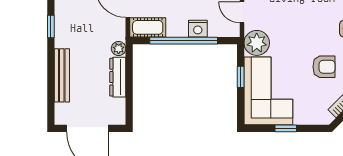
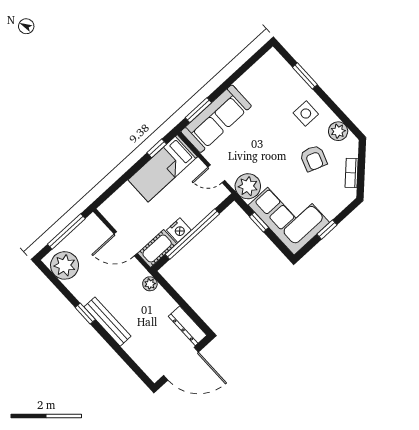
nightstand: (198, 29) -> (179, 230), moved
armchair: (324, 67) -> (313, 158), turned 110
bench: (62, 75) -> (108, 322), moved
dresser: (118, 77) -> (188, 326), moved

